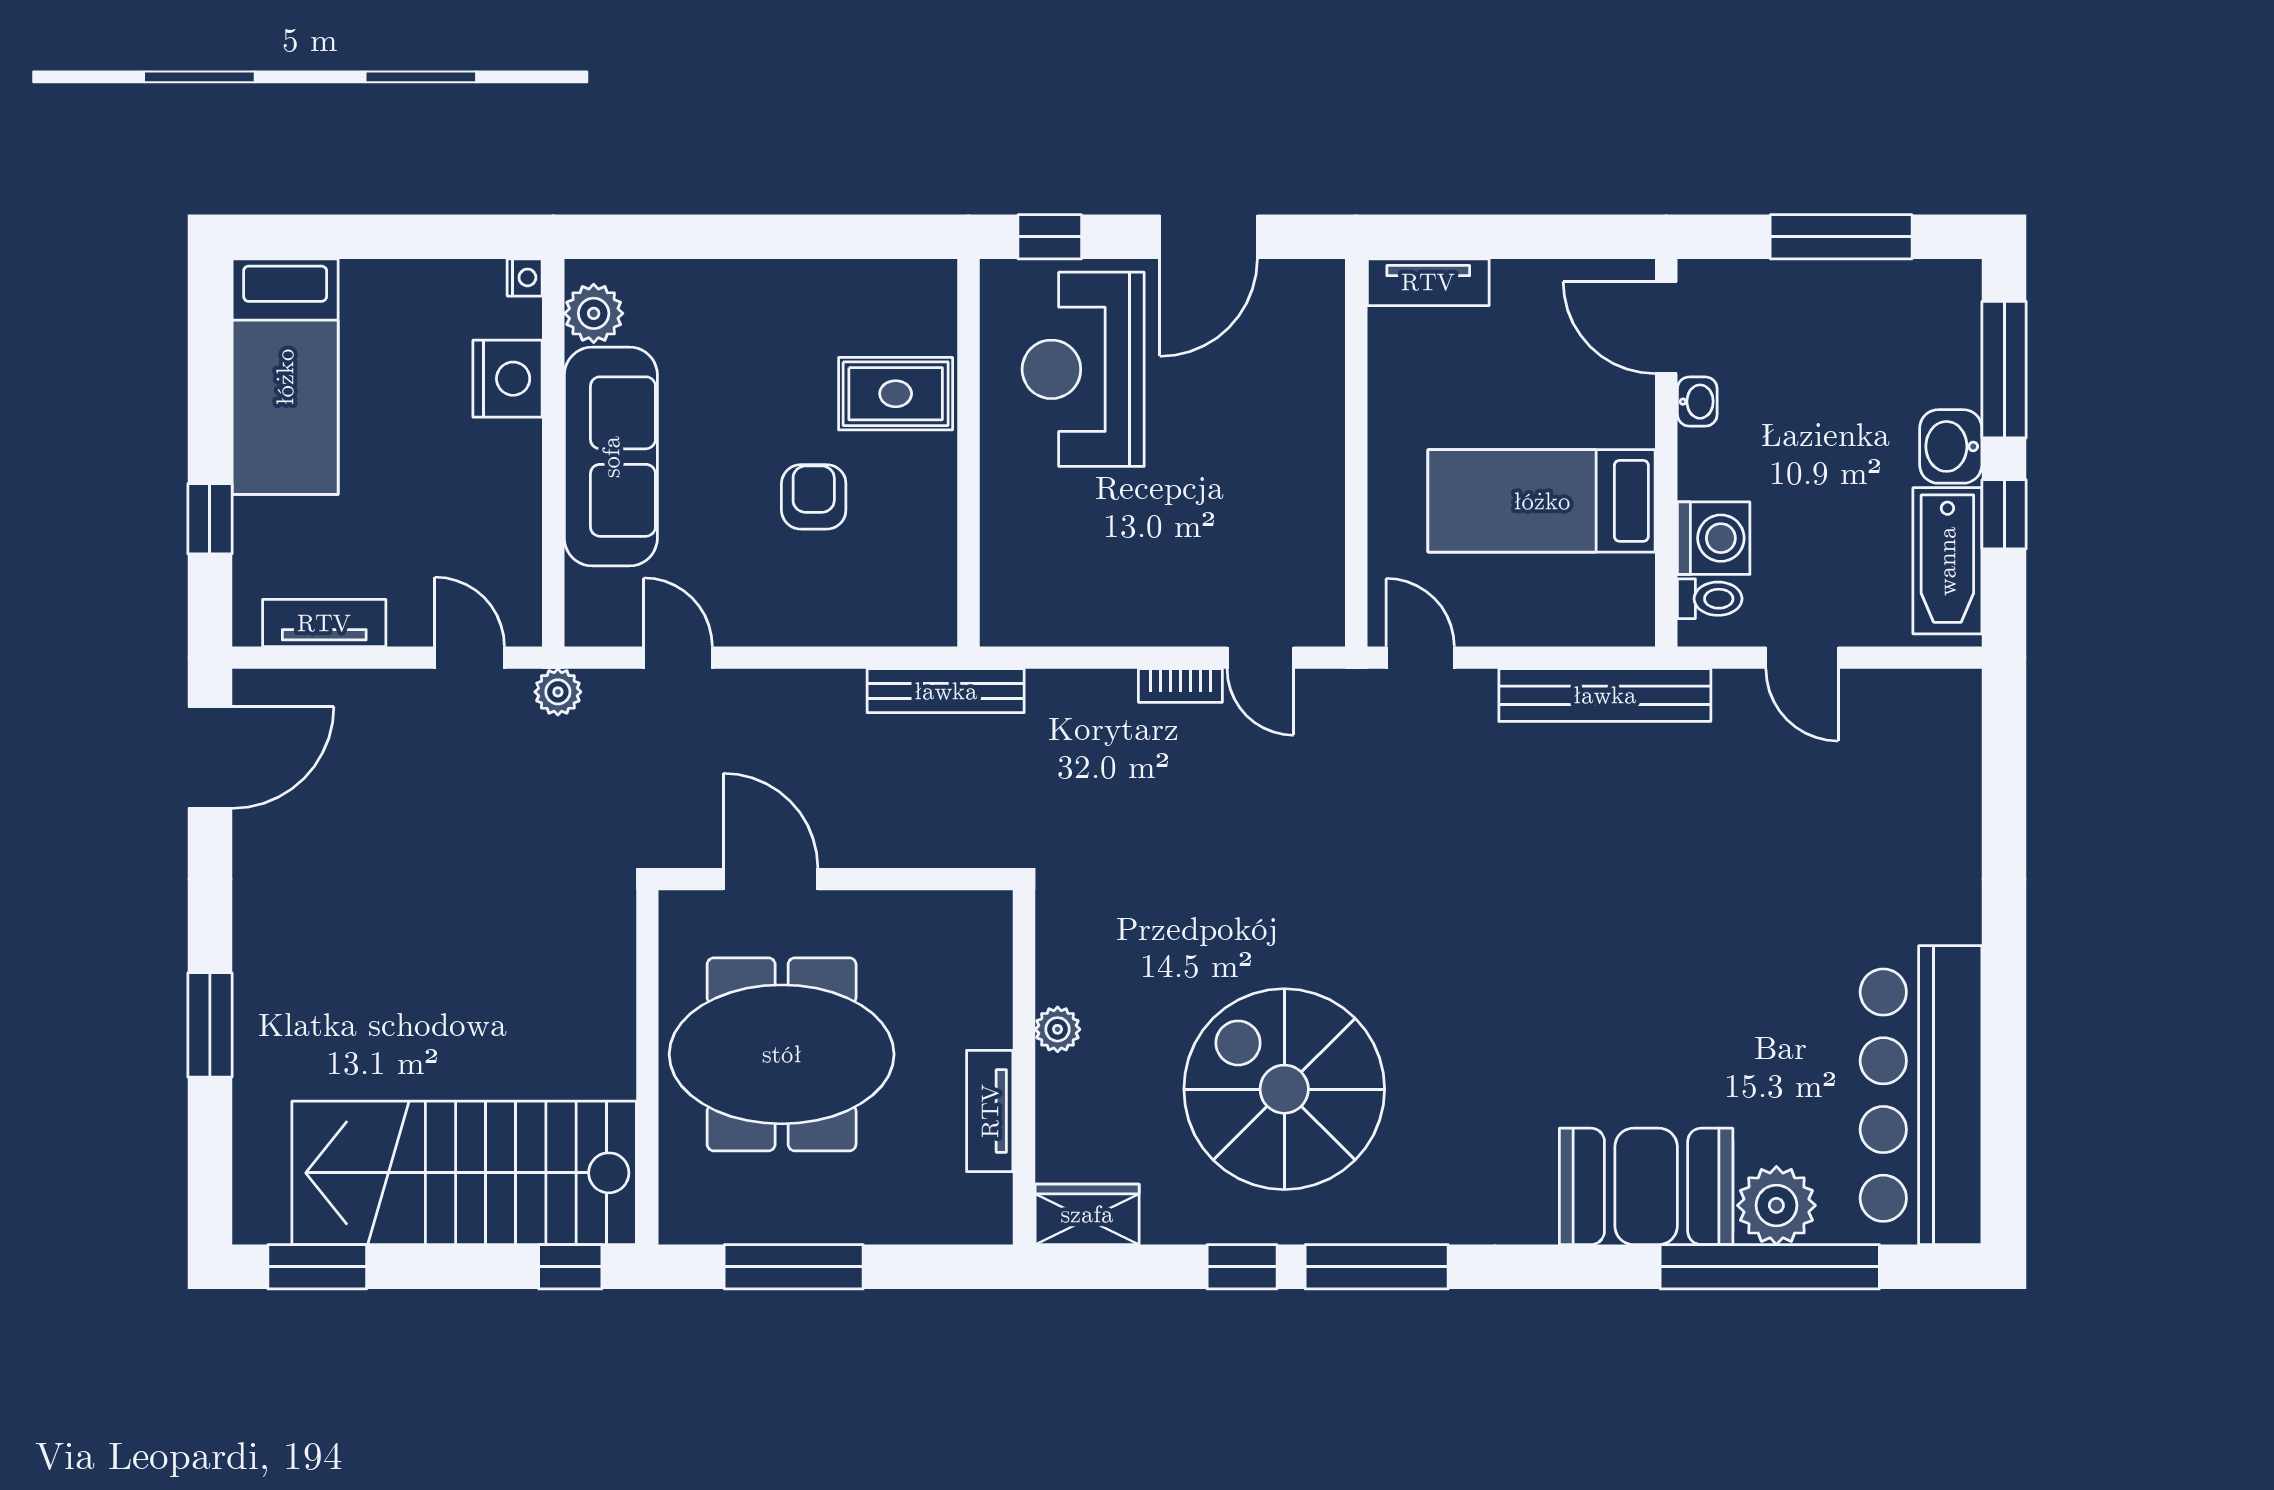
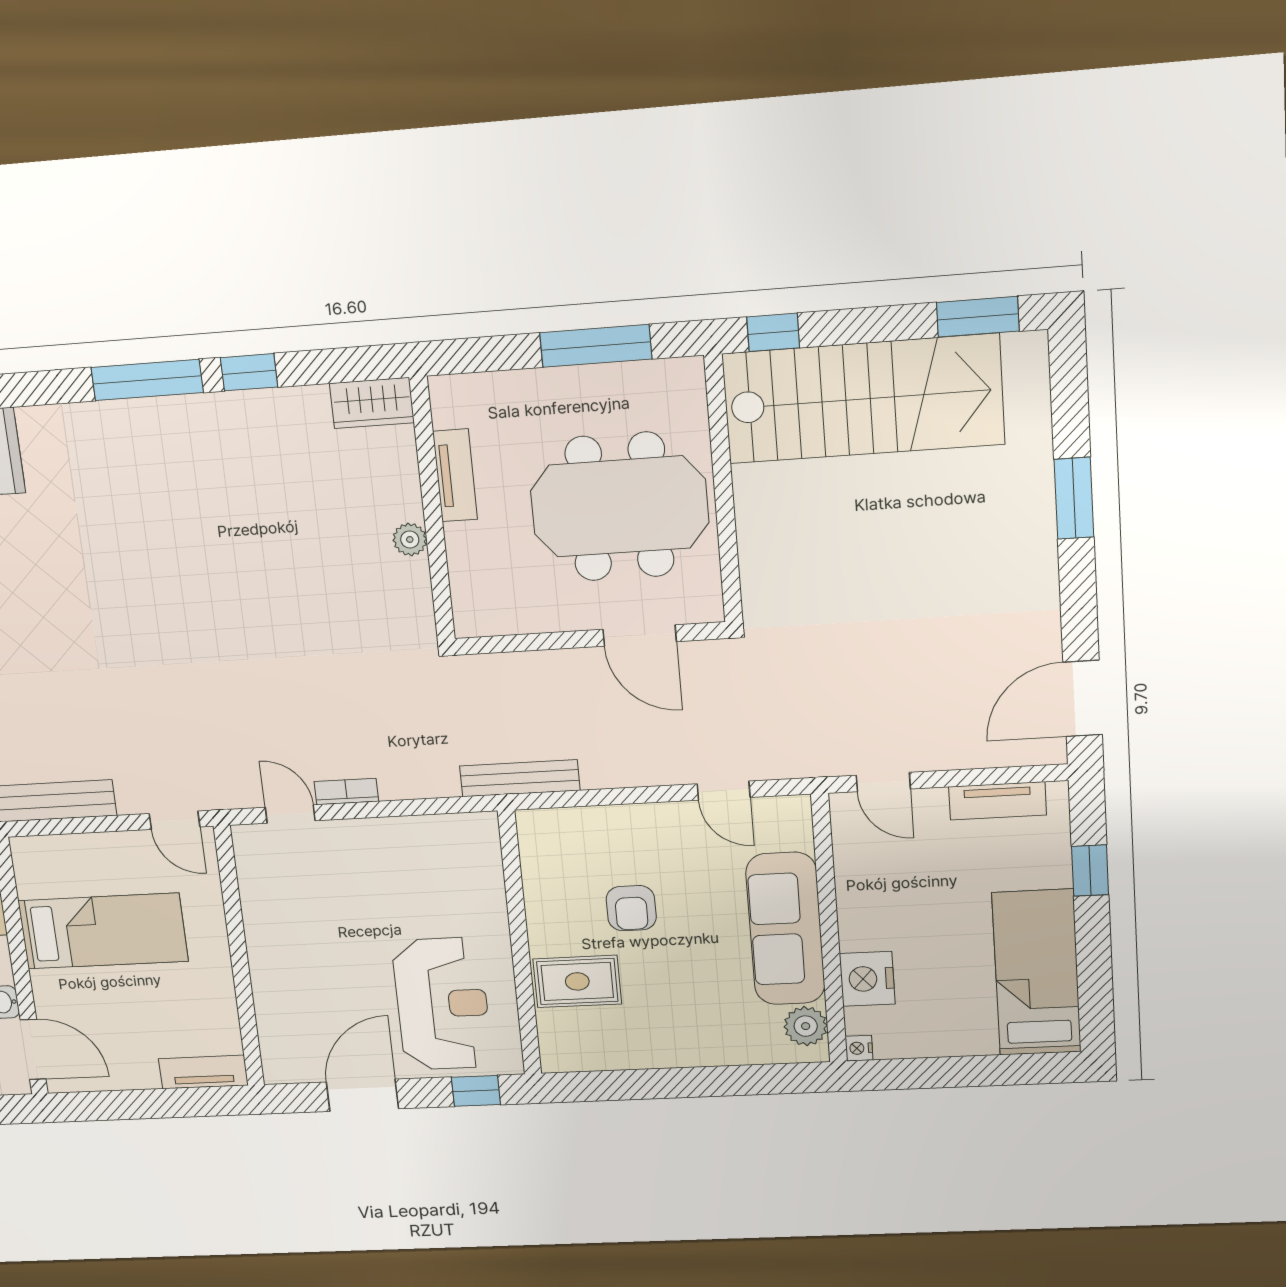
plant: (558, 692) -> (814, 761), removed
spiral stairs: (1284, 1089) -> (234, 507), removed

